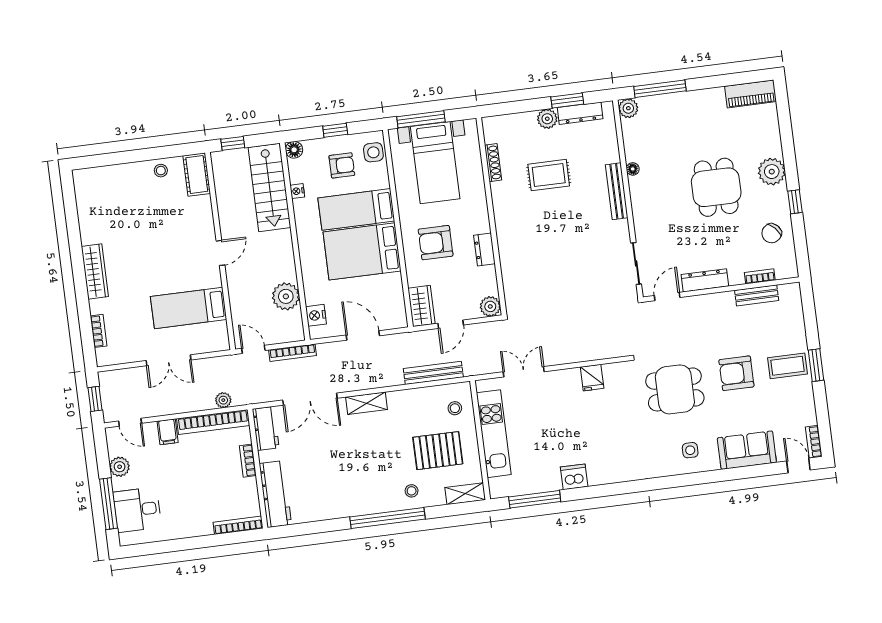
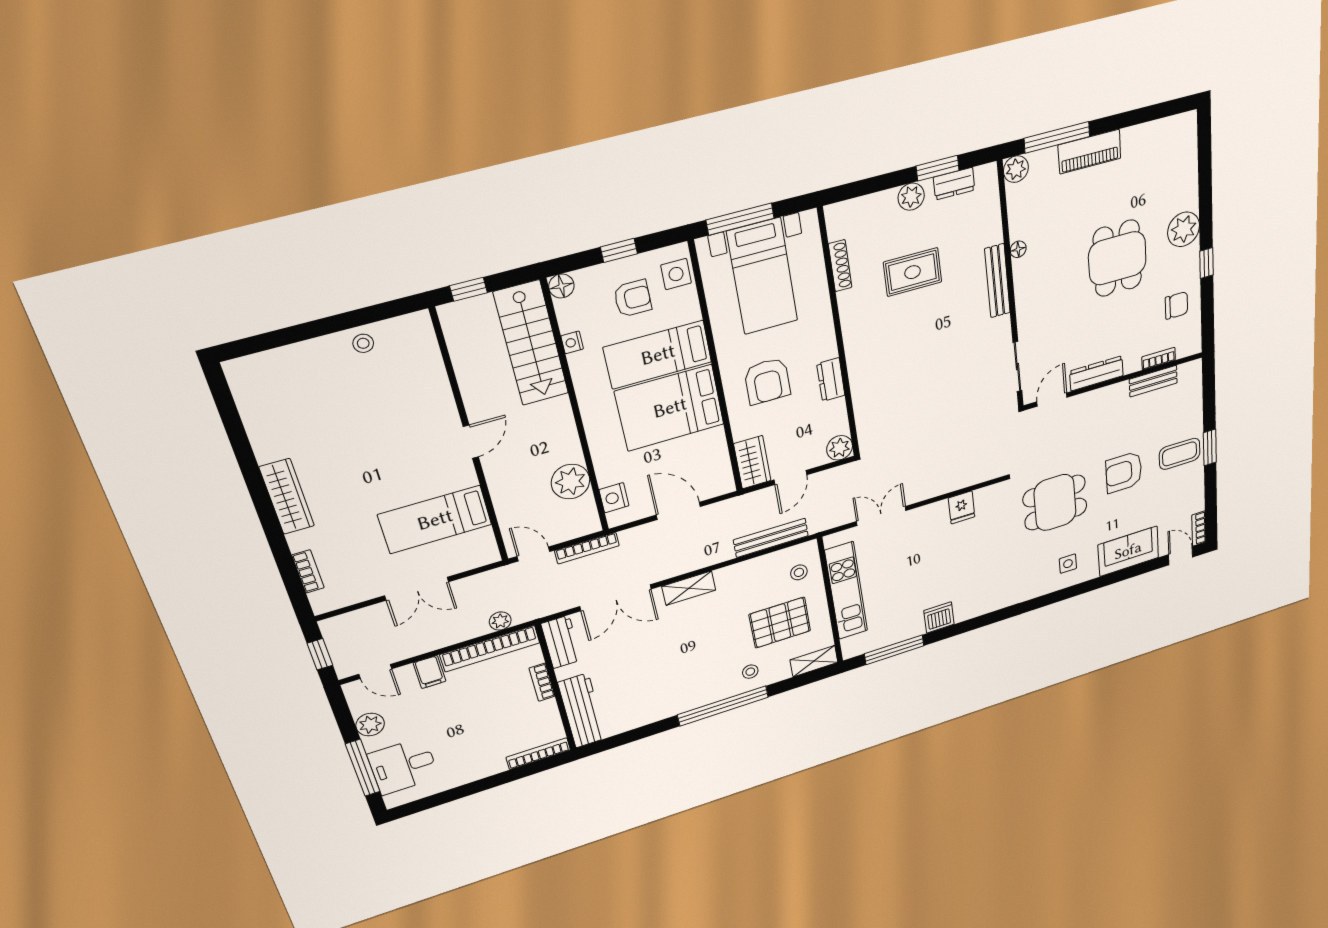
piano: (751, 94) -> (1090, 152), moved
dresser: (580, 113) -> (954, 184), width x0.70
cot: (197, 175) -> (420, 341), removed
chair: (772, 233) -> (1176, 305), turned -137
armchair: (436, 243) -> (767, 381), turned -90

